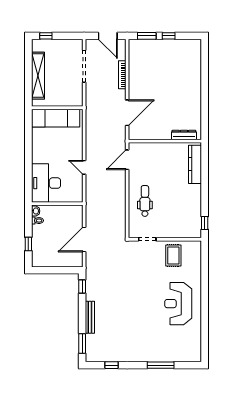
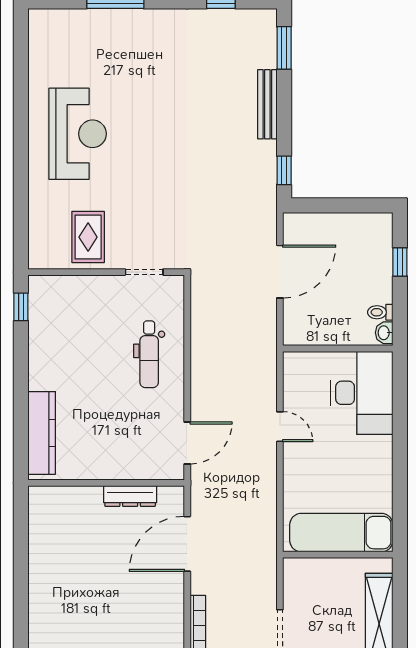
dresser: (184, 135) -> (130, 496), moved

